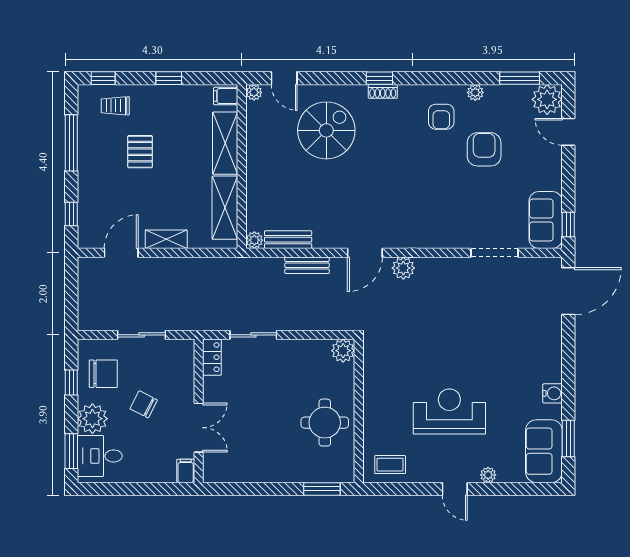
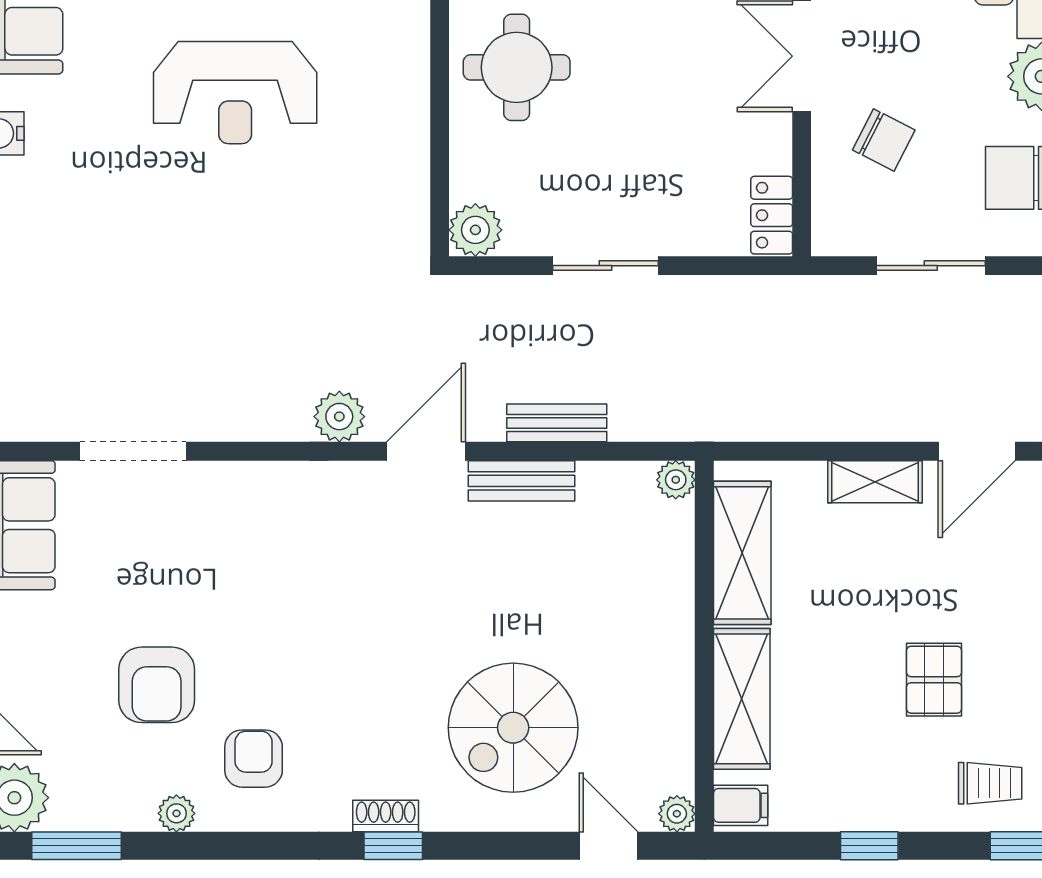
bench: (288, 240) -> (522, 481), moved
sliding door: (253, 335) -> (606, 266), moved
chair: (144, 404) -> (884, 140), moved

